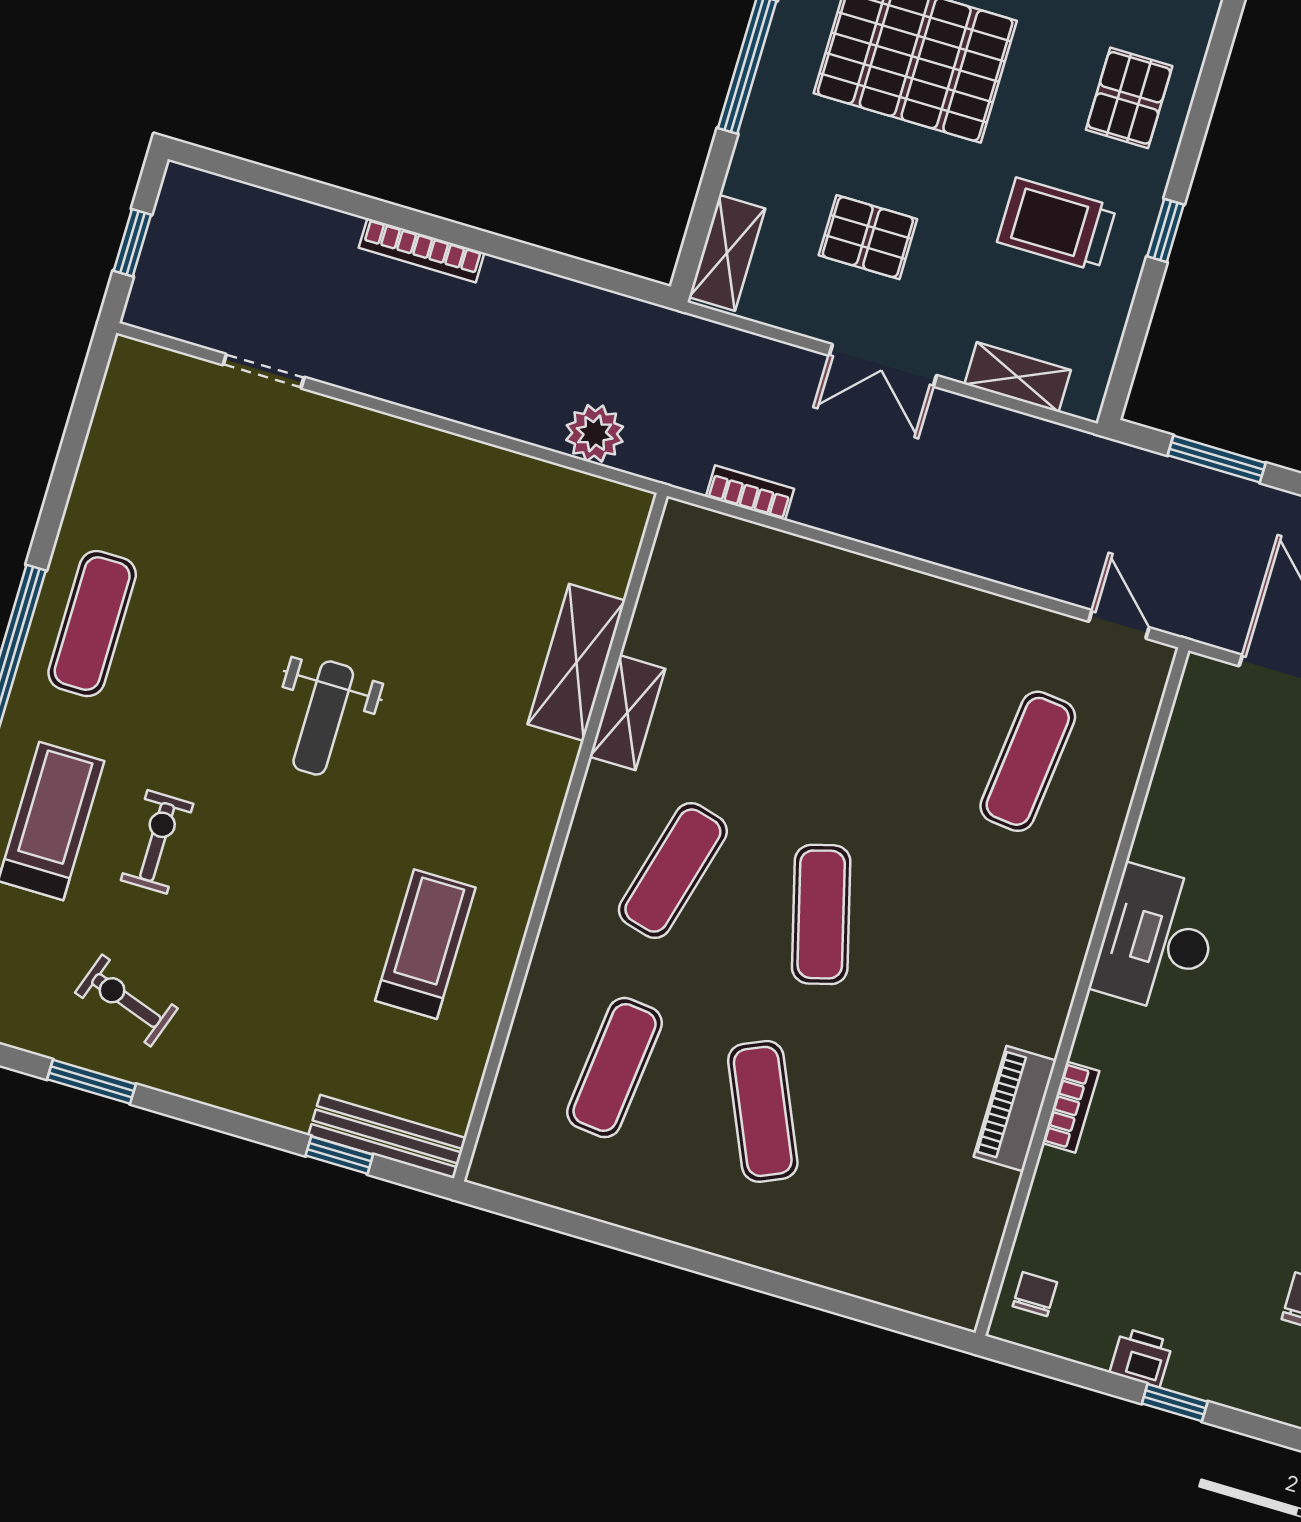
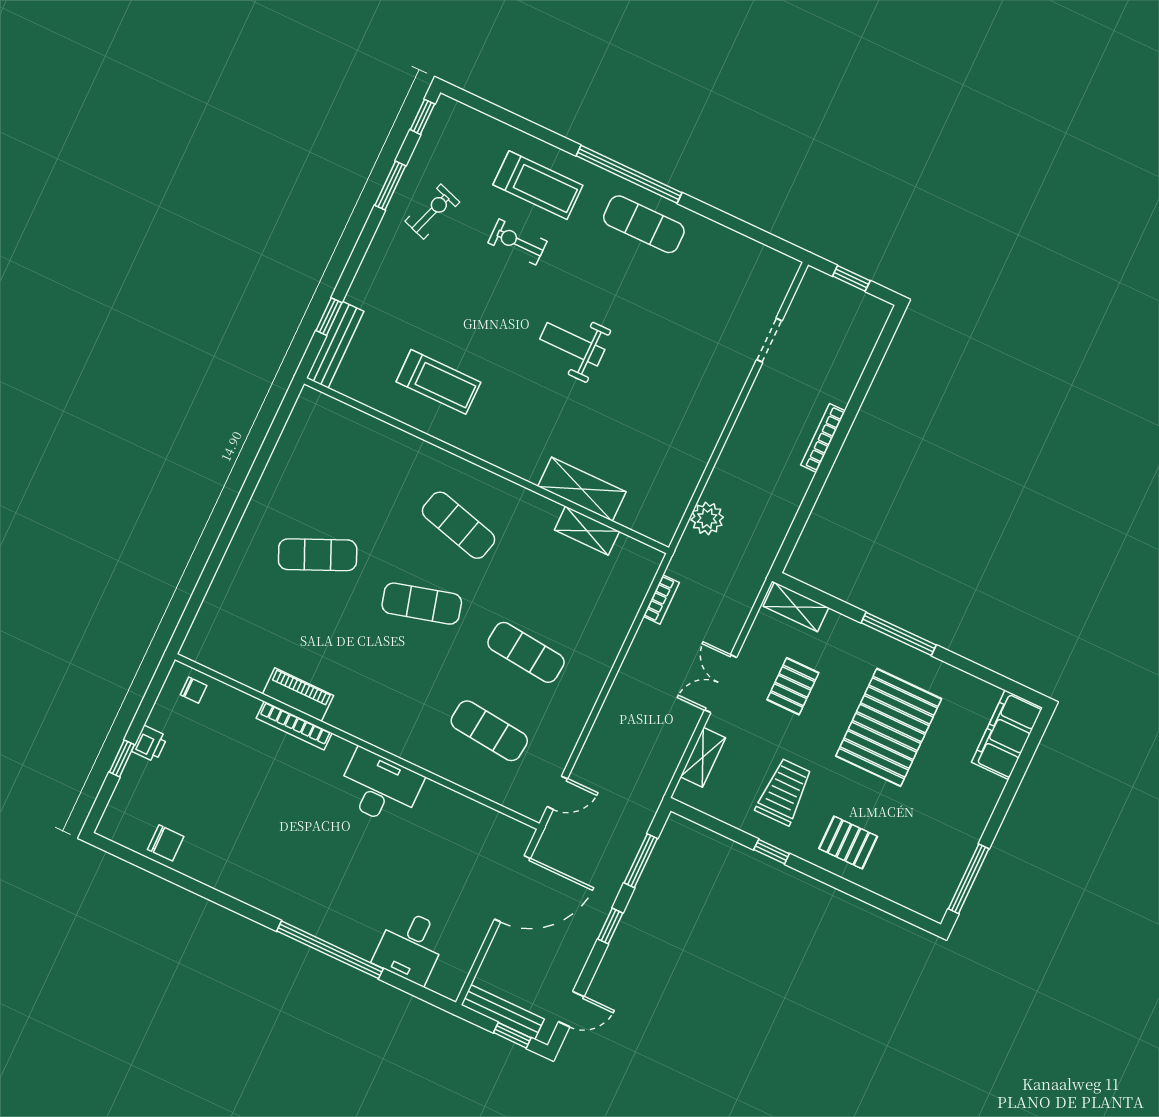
shelving: (627, 713) -> (587, 531), moved
exercise bike: (157, 842) -> (517, 242), turned 180
exercise mat: (615, 1068) -> (526, 652), moved
bookcase: (1071, 1107) -> (294, 726), width x1.56

